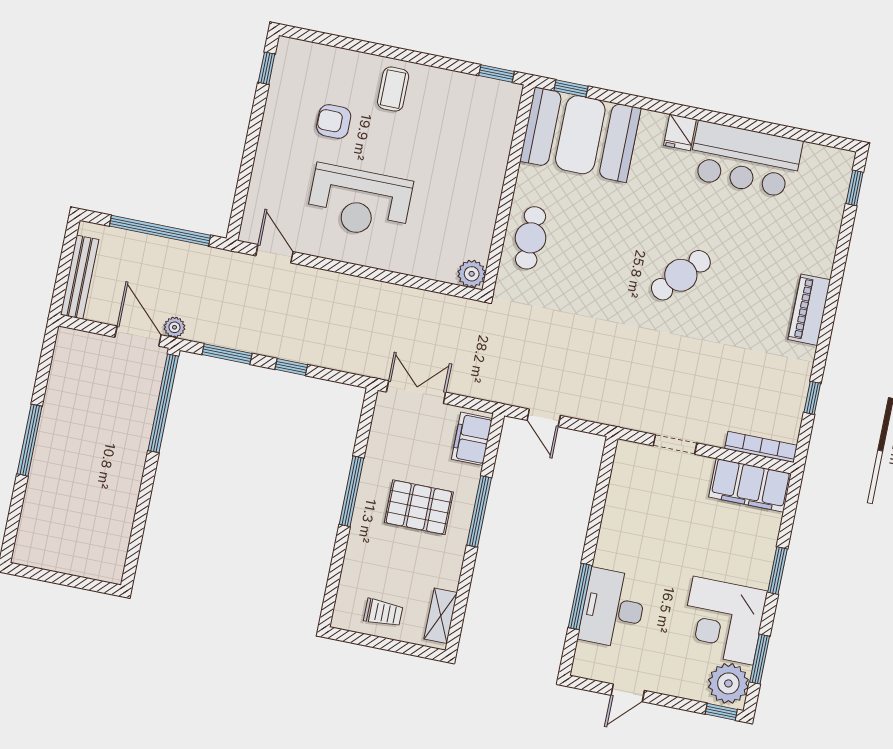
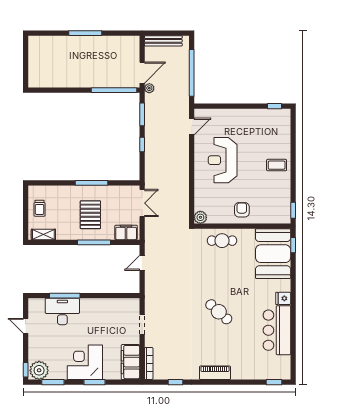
armchair: (334, 121) -> (242, 210), moved
corner desk: (723, 621) -> (85, 362), moved

